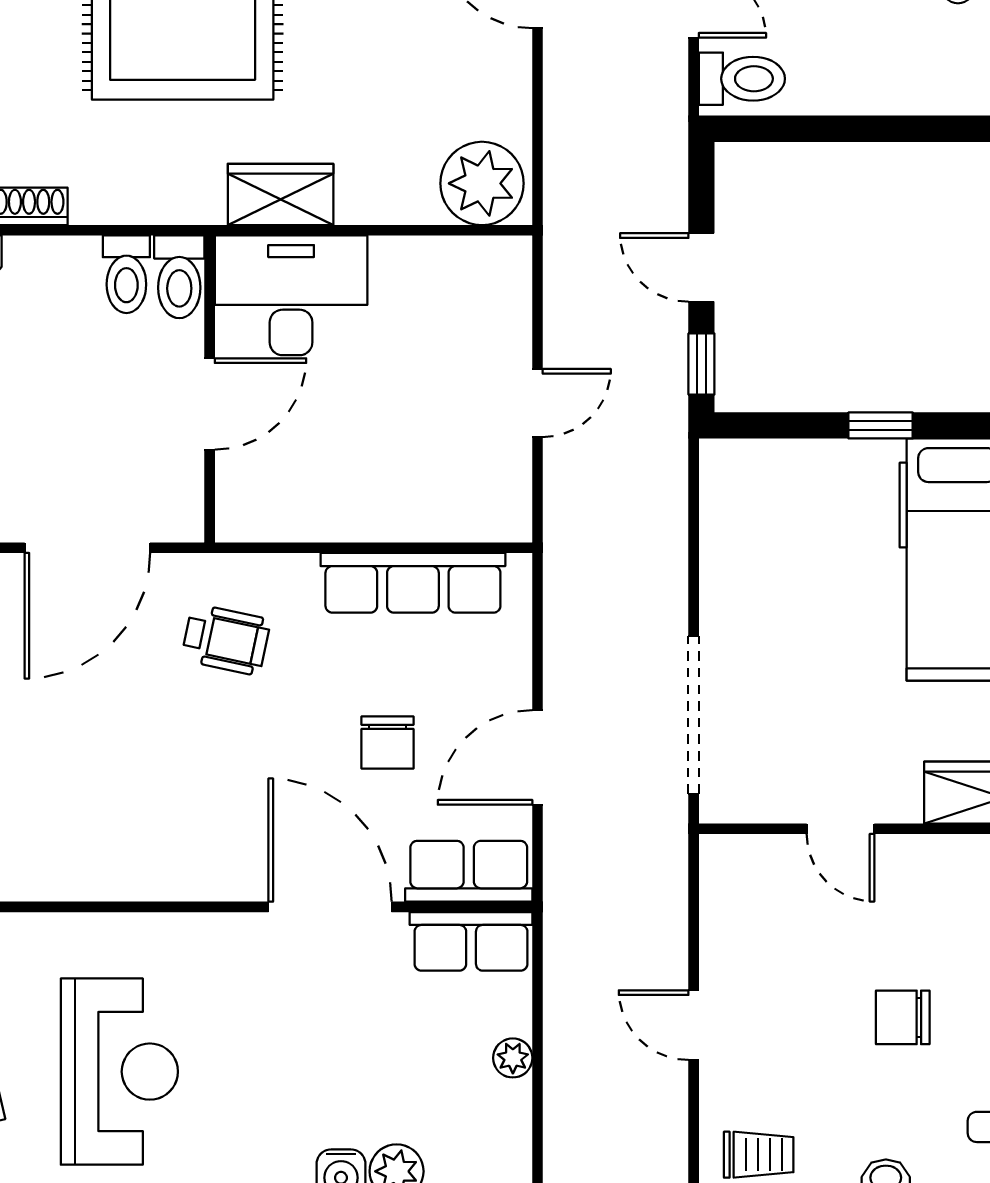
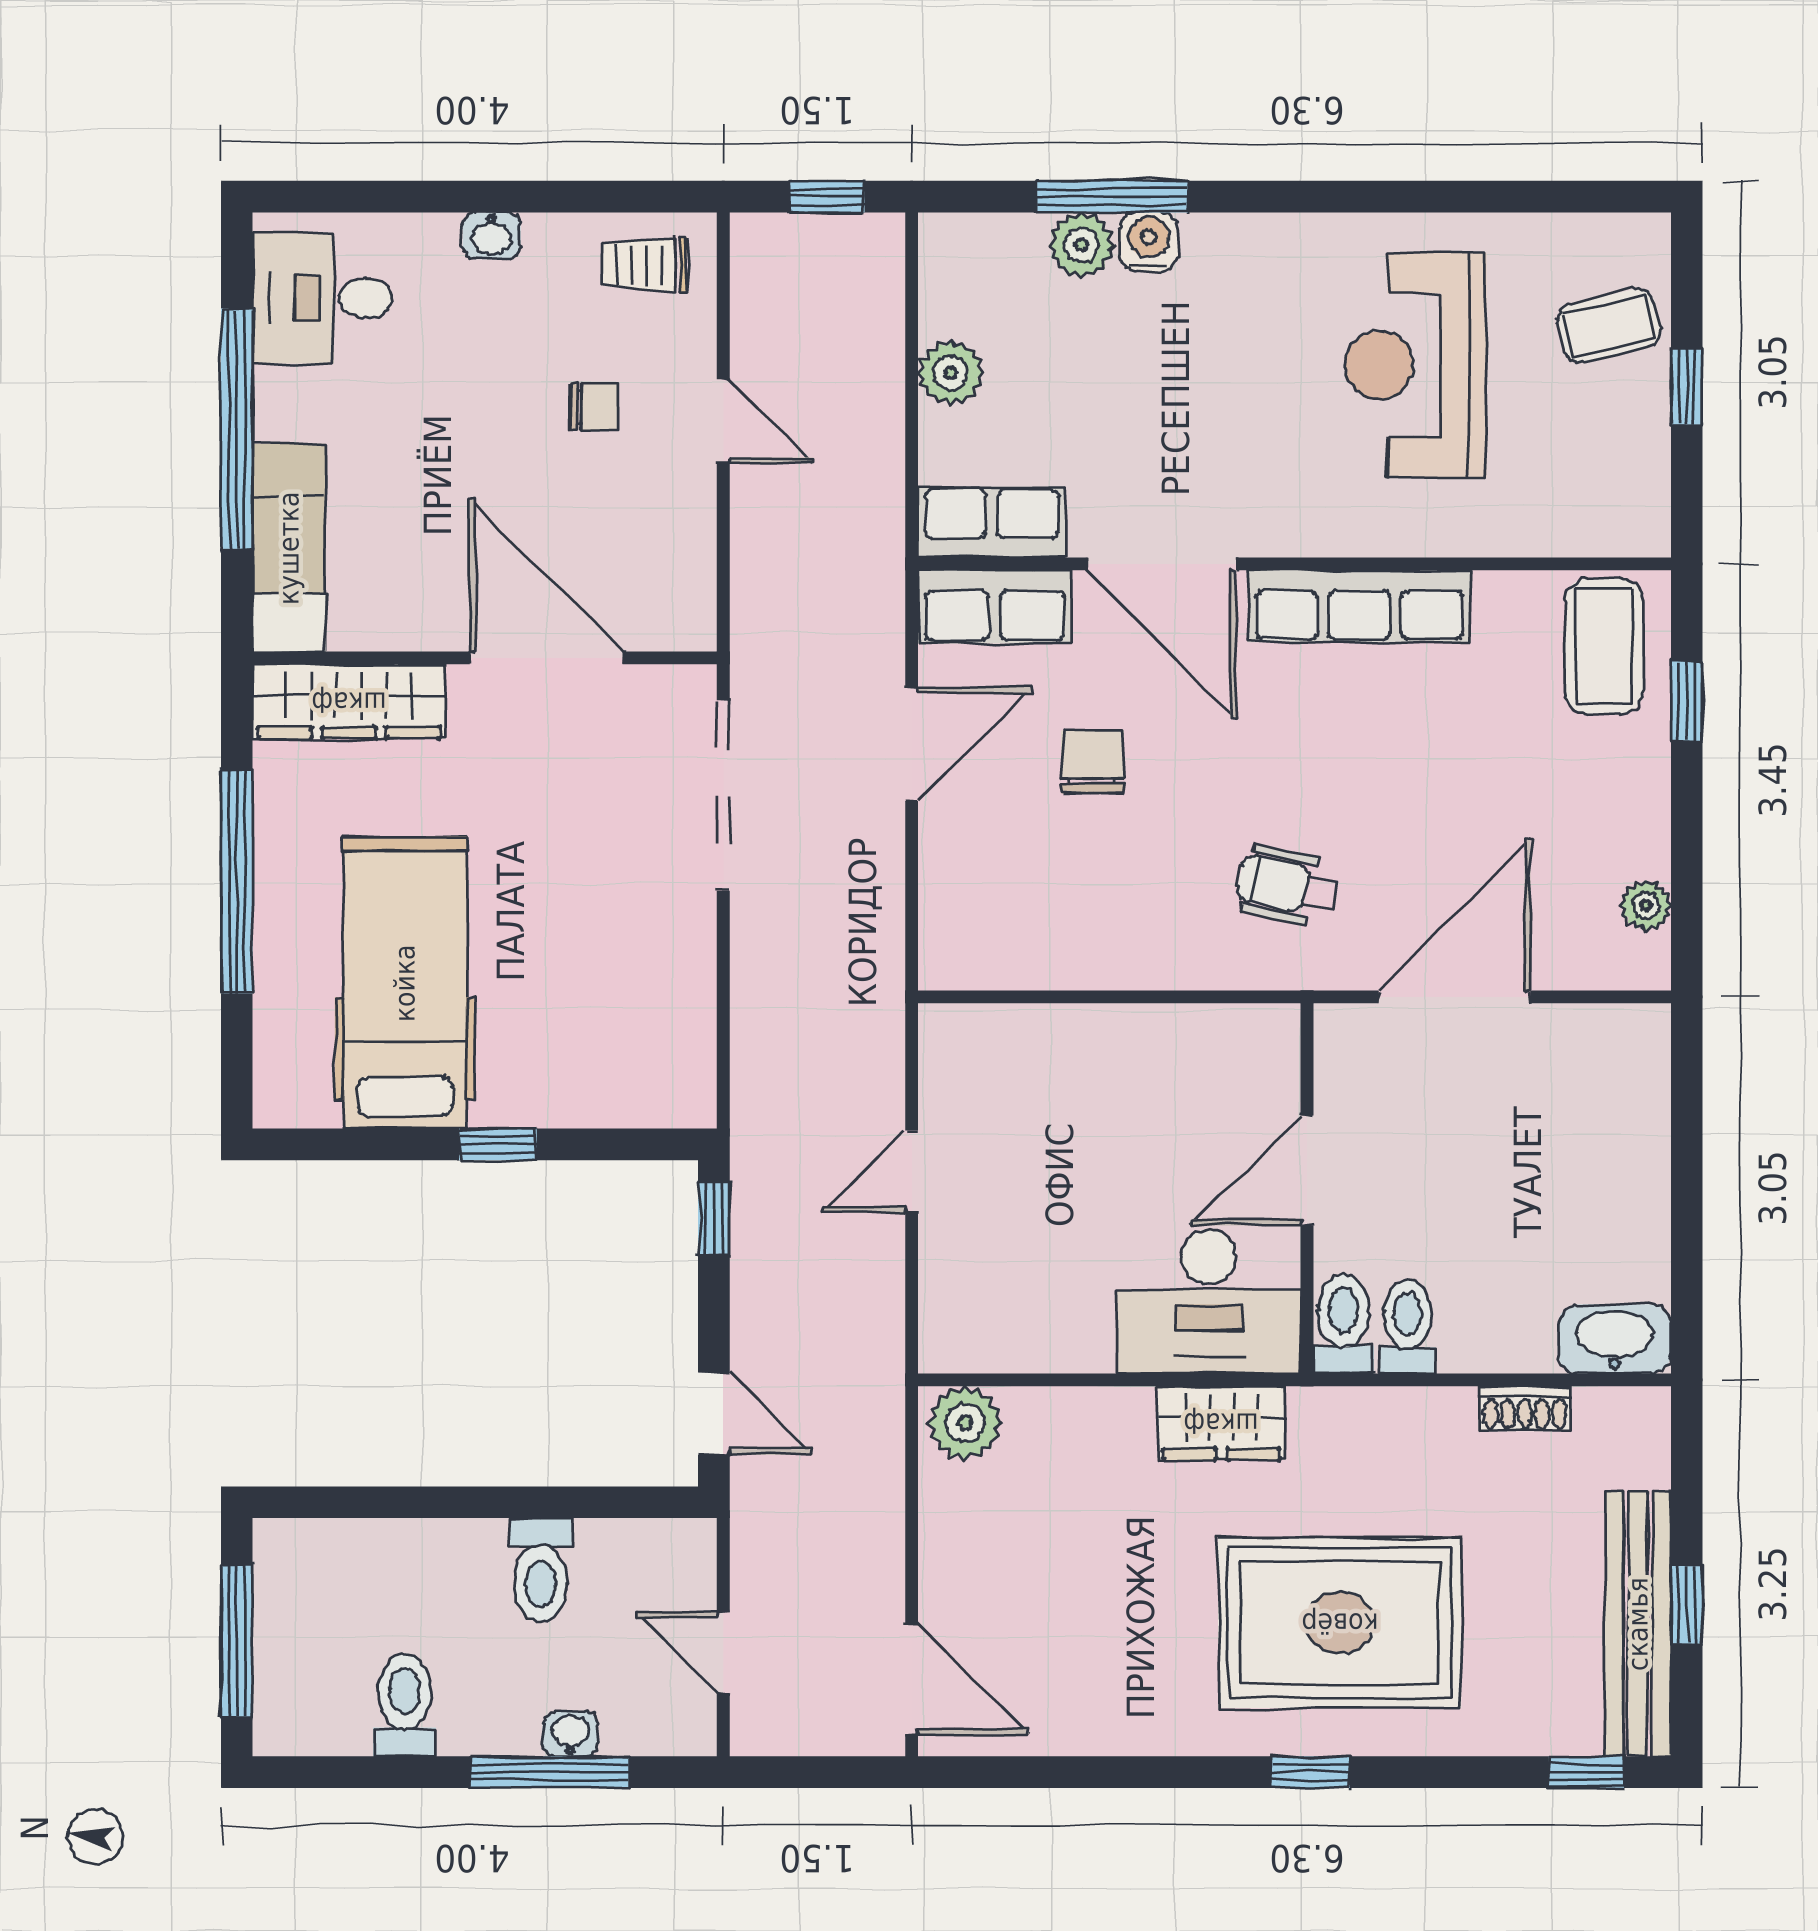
toilet: (742, 79) -> (541, 1570), moved, turned -90
plant: (482, 183) -> (965, 1423), width x0.73, depth x0.73
door: (701, 267) -> (714, 1414), moved
row of seats: (413, 583) -> (1359, 606), moved, turned 180
door: (841, 829) -> (546, 658), width x1.88
chair: (903, 1017) -> (594, 407), moved, width x0.73, depth x0.73
plant: (513, 1058) -> (950, 373), width x1.38, depth x1.38

